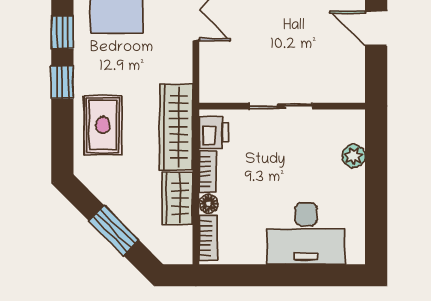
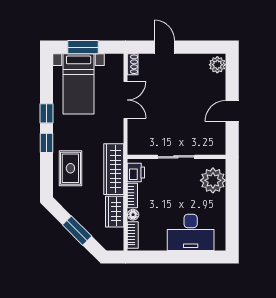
door: (376, 29) -> (232, 111), hinge flipped
plant: (354, 156) -> (213, 180), width x1.87, depth x1.87

